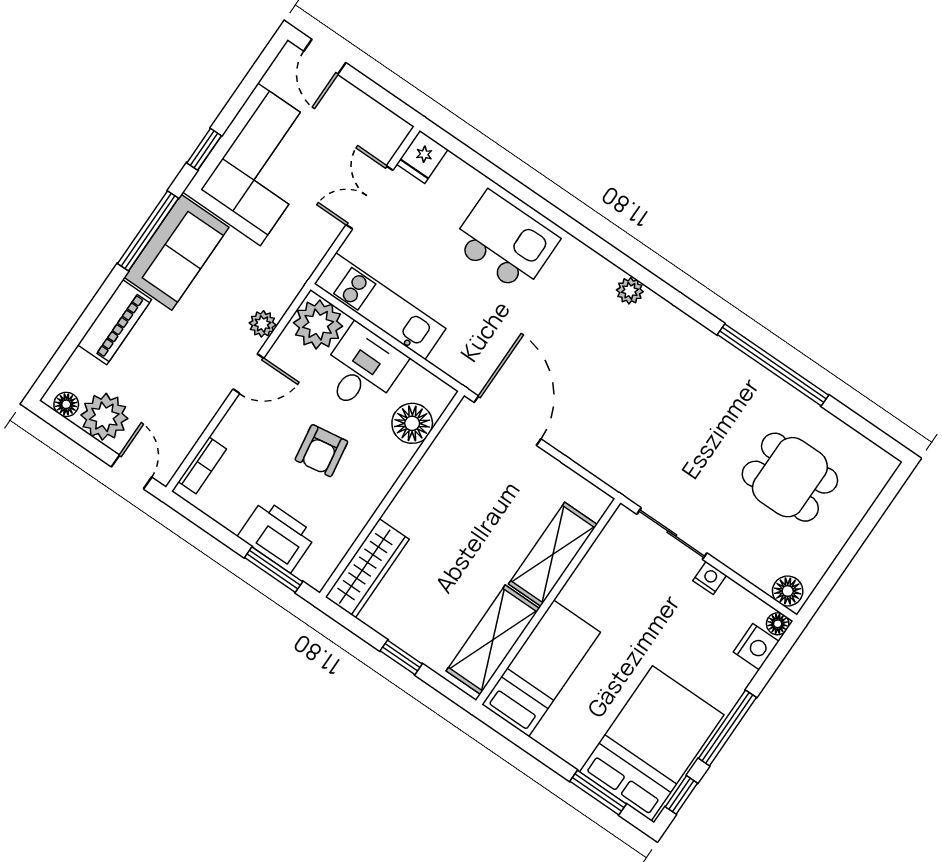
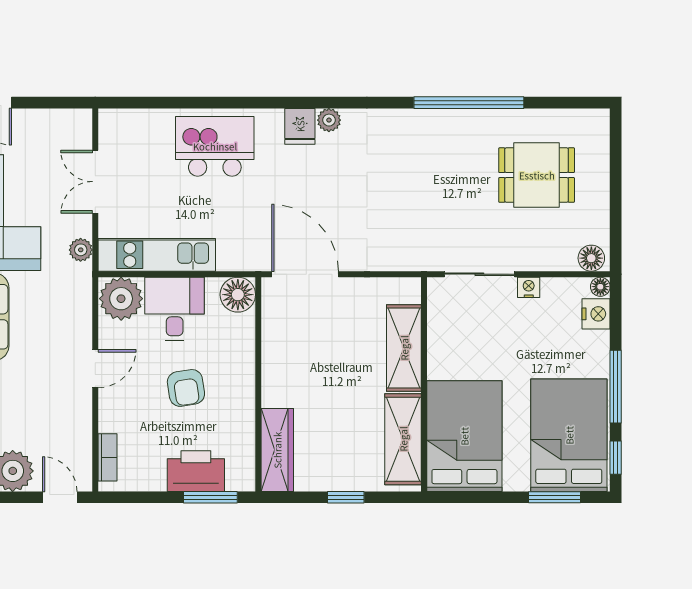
fridge: (422, 157) -> (300, 126), moved
plant: (262, 324) -> (81, 250), moved
floor lamp: (412, 423) -> (238, 295), moved
bed: (541, 668) -> (464, 436), width x1.50

